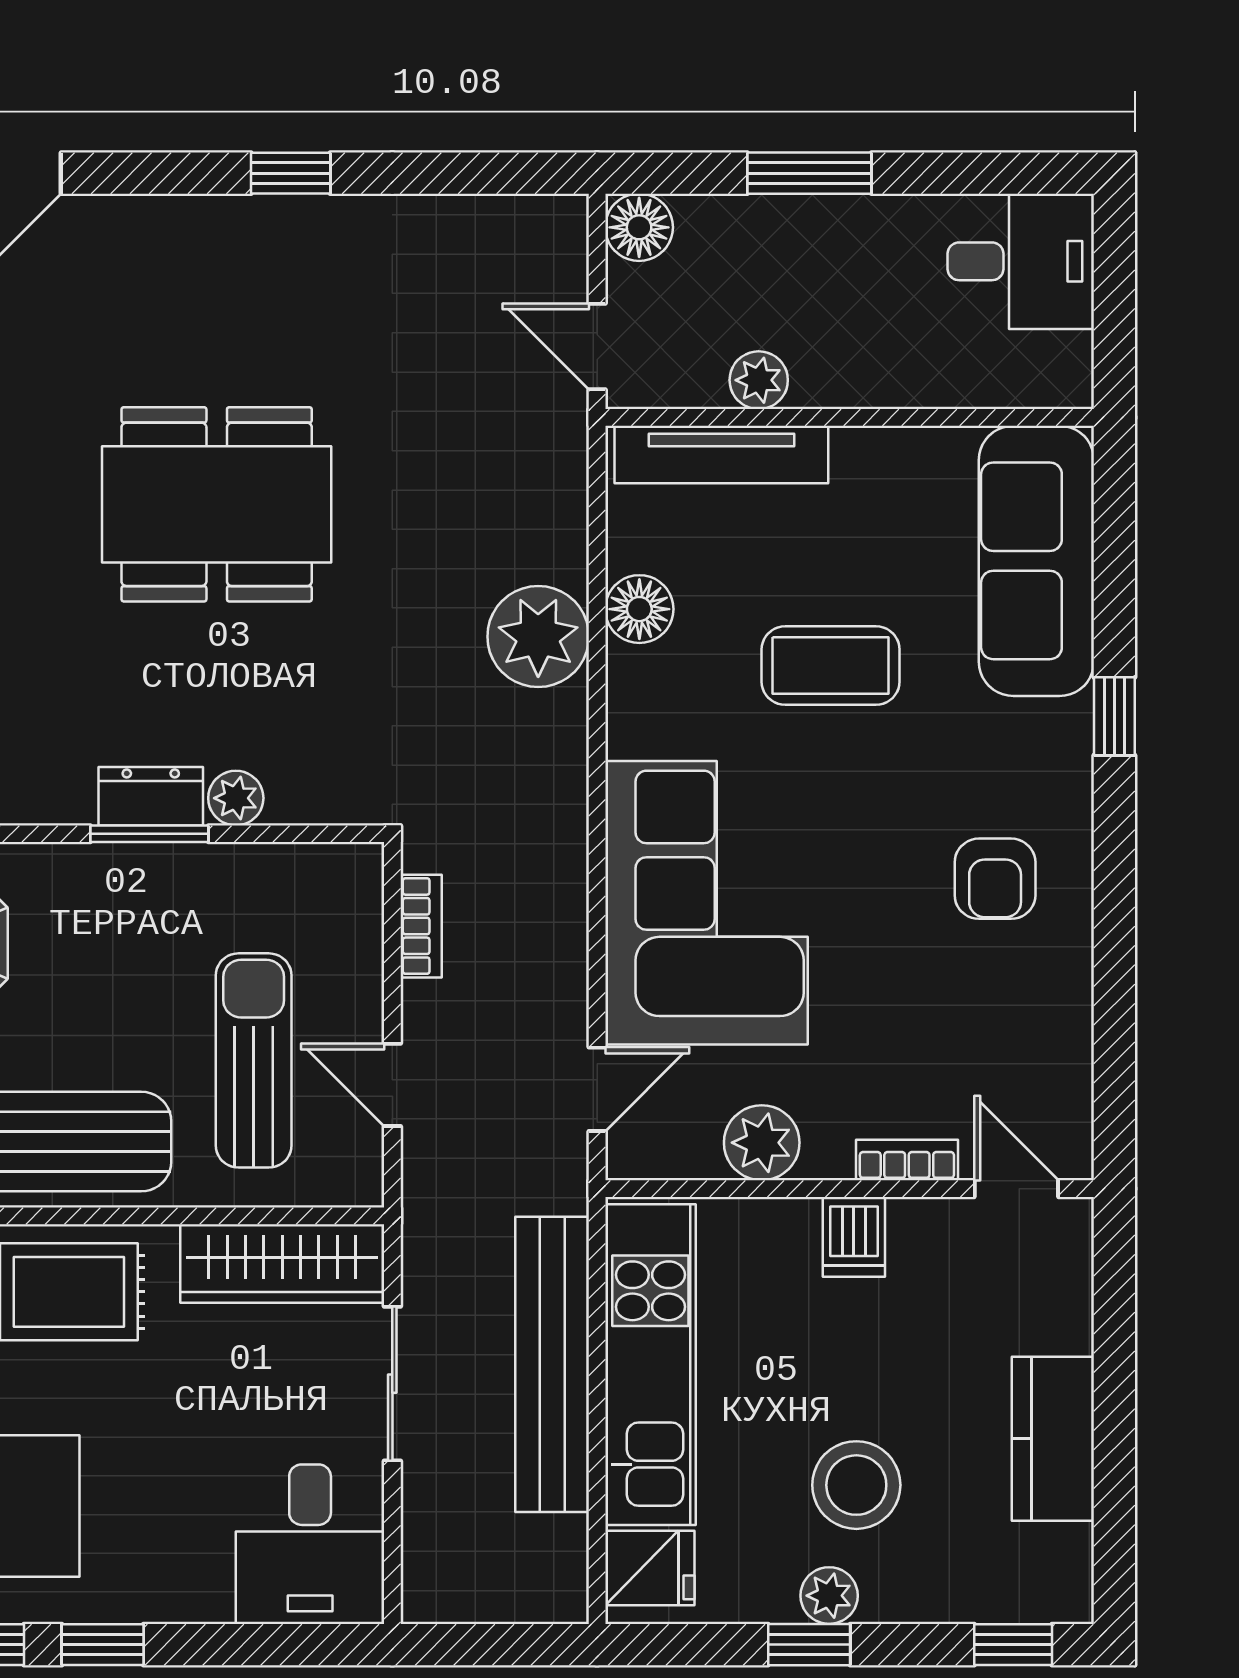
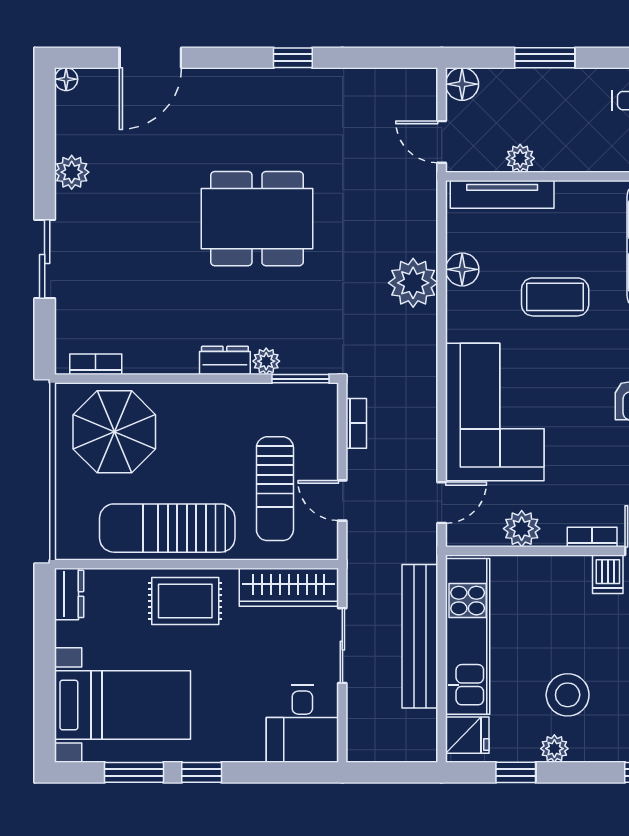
window: (149, 834) -> (301, 379), moved
sun lounger: (254, 1060) -> (275, 489), turned 180
dishwasher: (854, 1237) -> (608, 574), moved
window: (809, 1645) -> (516, 772), moved

